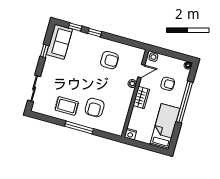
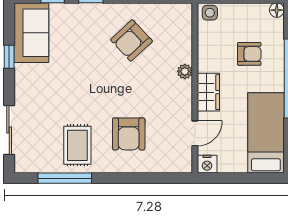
armchair: (109, 60) -> (131, 40), turned 137
door: (141, 71) -> (195, 133), moved
rug: (67, 106) -> (77, 145), turned 90
window: (79, 128) -> (65, 178), moved

